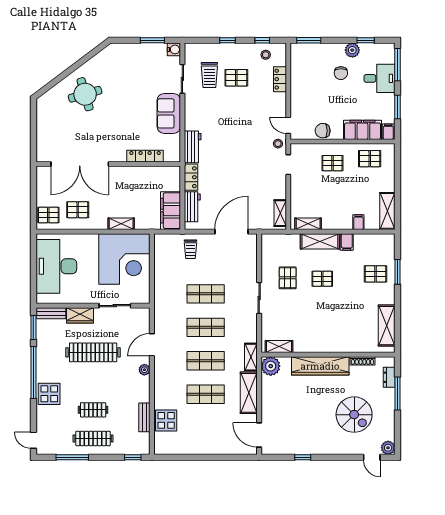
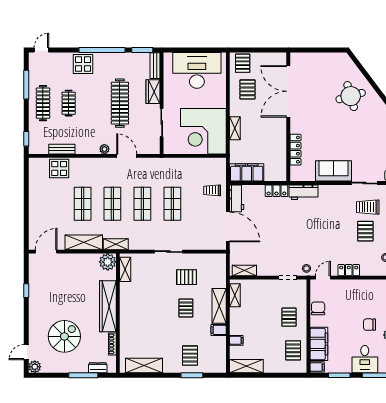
locker: (280, 79) -> (349, 270), moved
workbench: (192, 207) -> (237, 198), moved, turned -90
spiral stairs: (354, 415) -> (64, 336), turned 180

